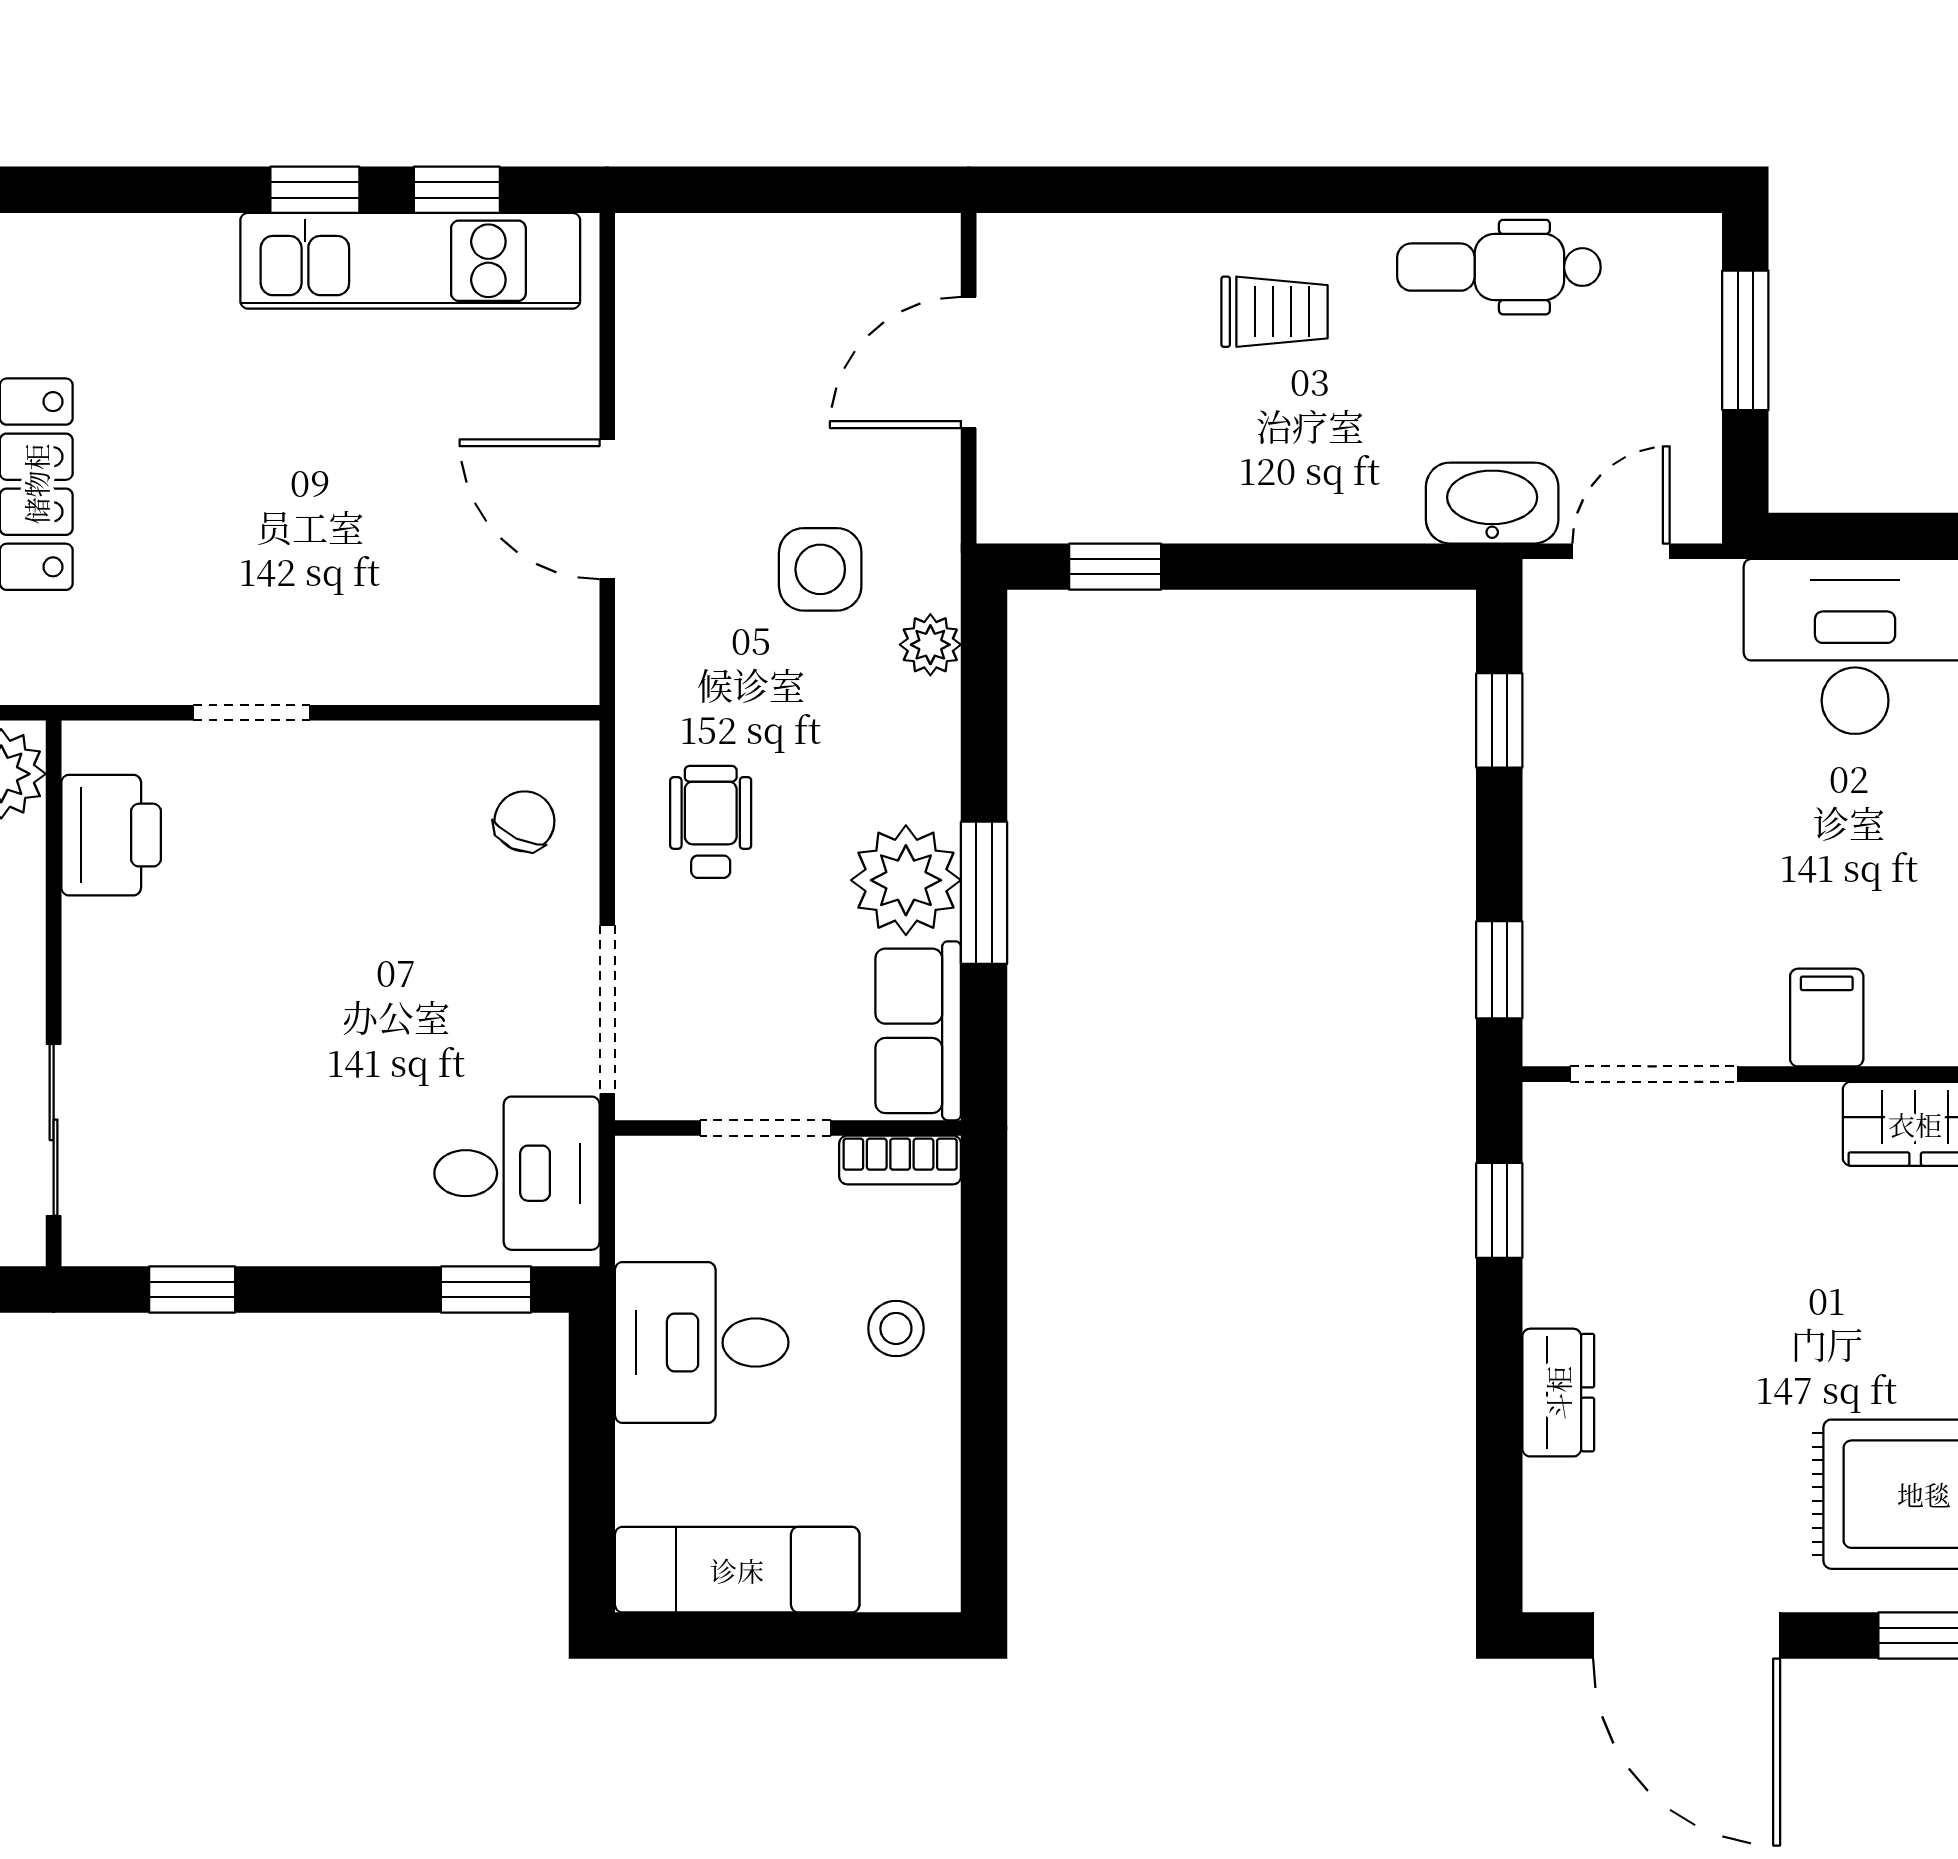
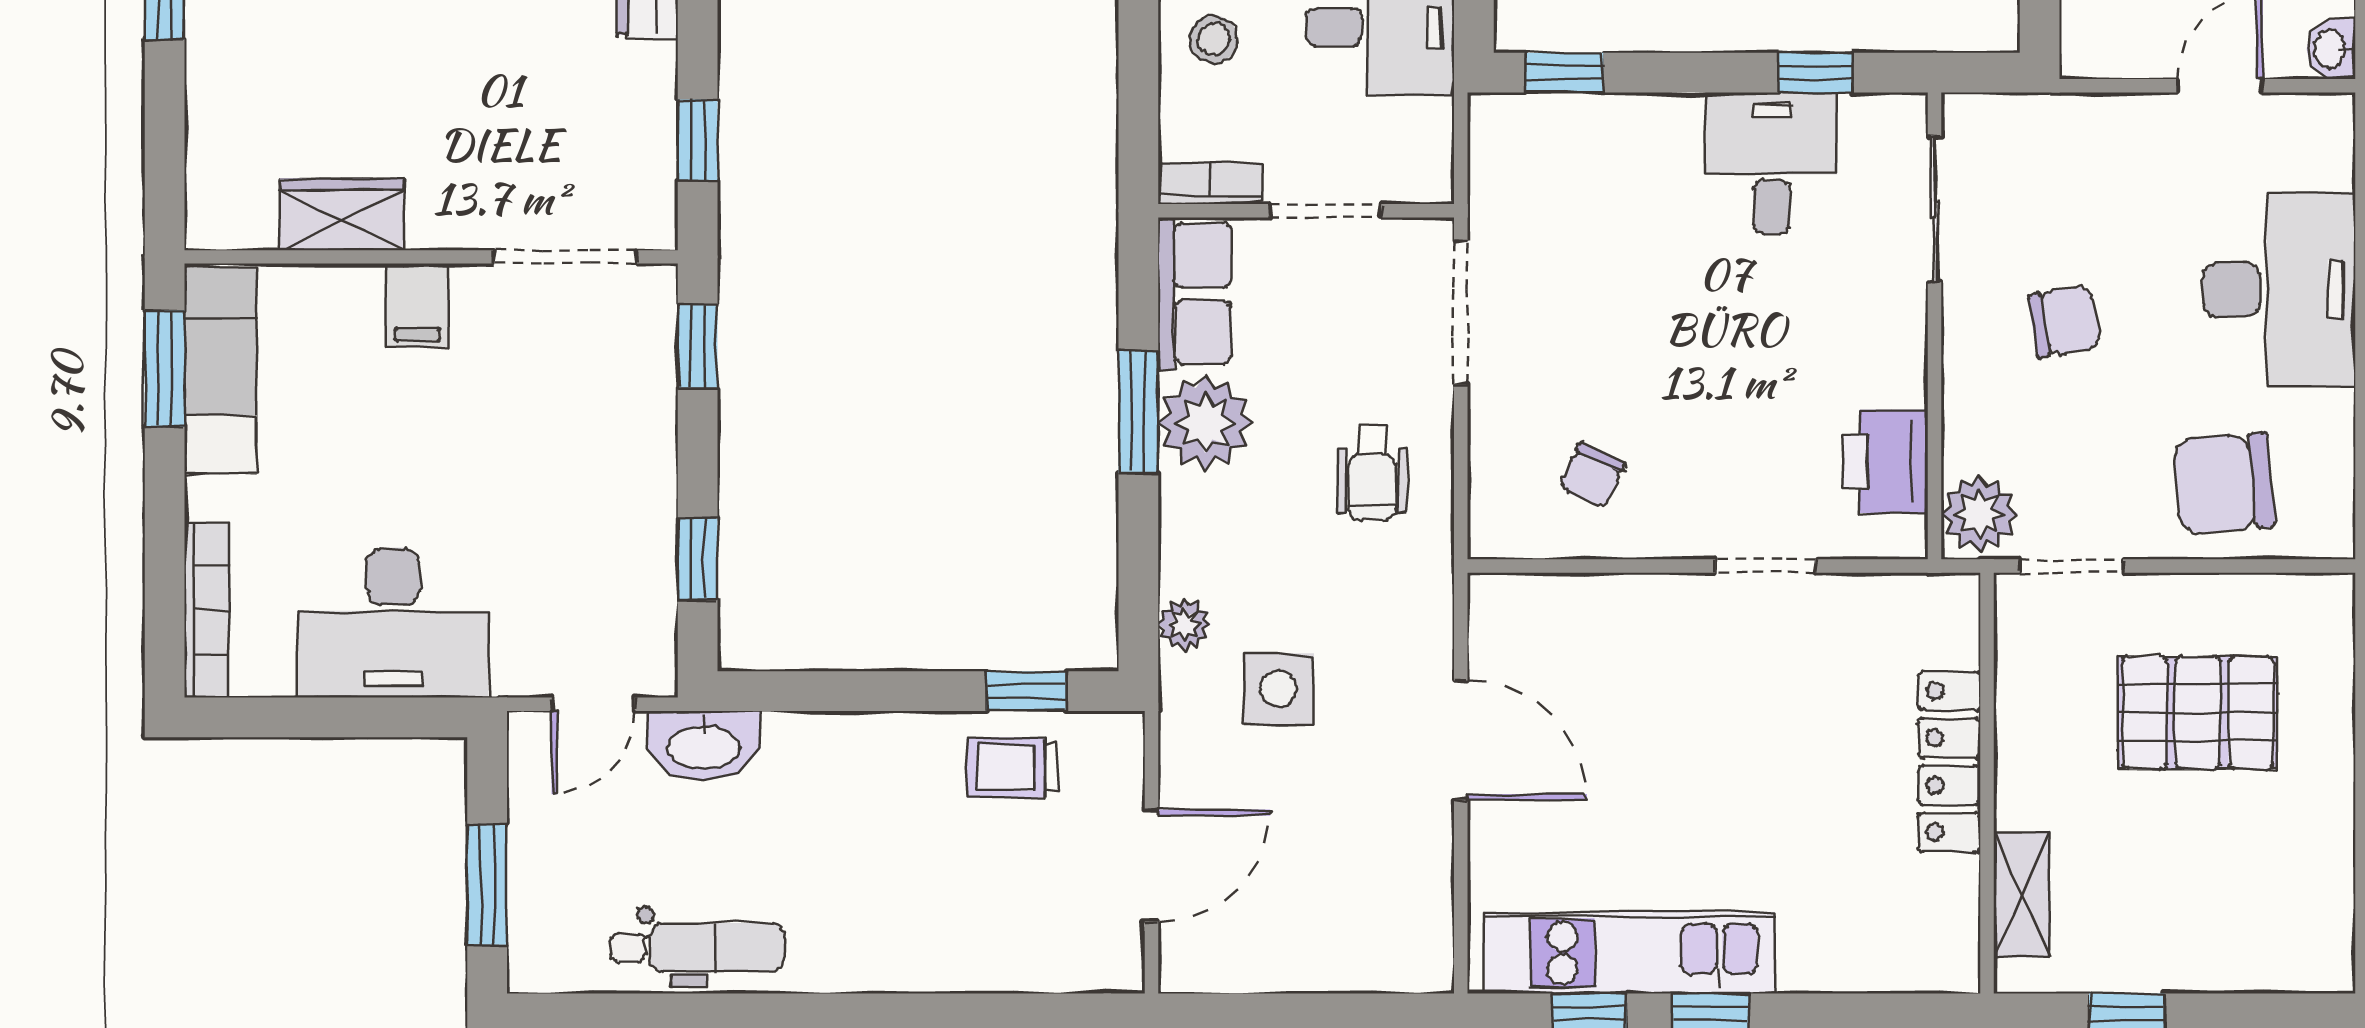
trolley: (1275, 312) -> (1012, 767), moved
chair: (524, 821) -> (1592, 476), moved
desk: (517, 1173) -> (1772, 163), moved, turned 90

